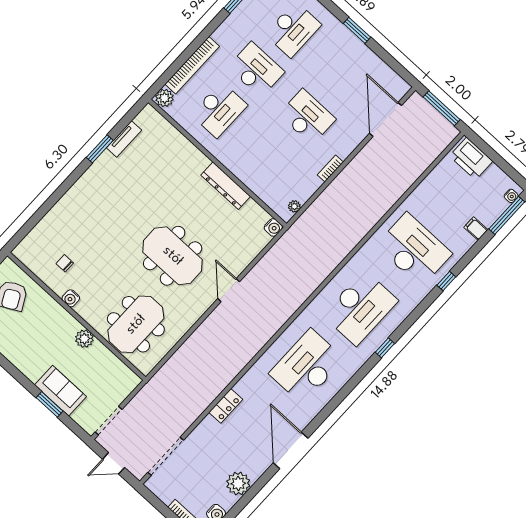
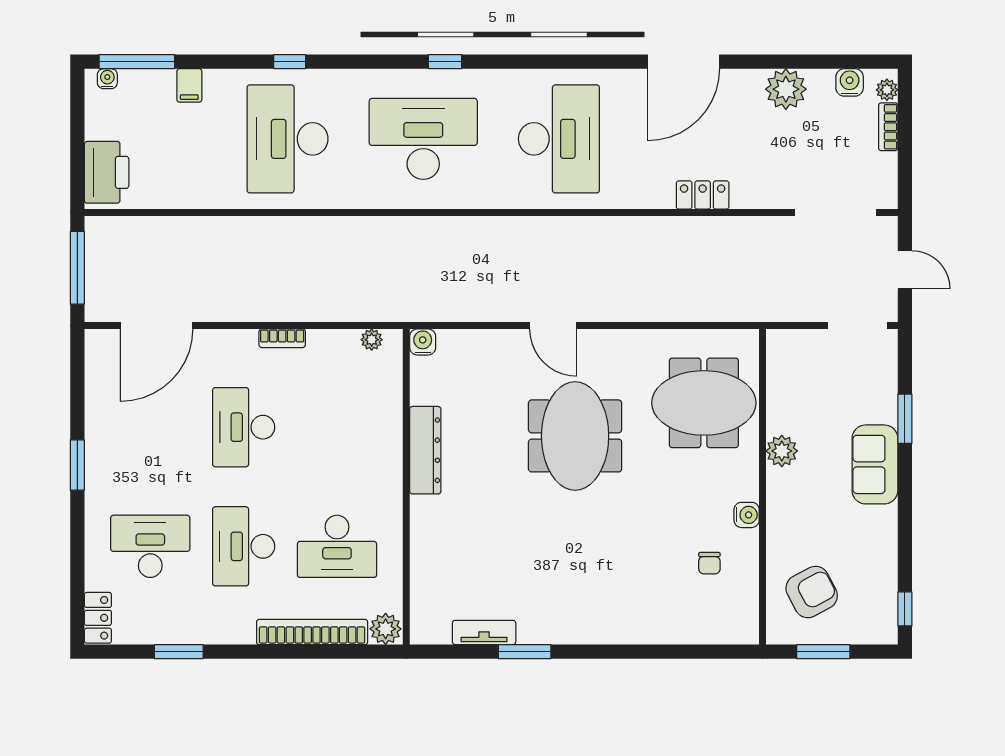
desk: (219, 110) -> (337, 546), turned 180
door: (229, 290) -> (553, 326), hinge flipped
desk: (307, 366) -> (559, 139), turned -90
sofa: (61, 391) -> (875, 464), moved

